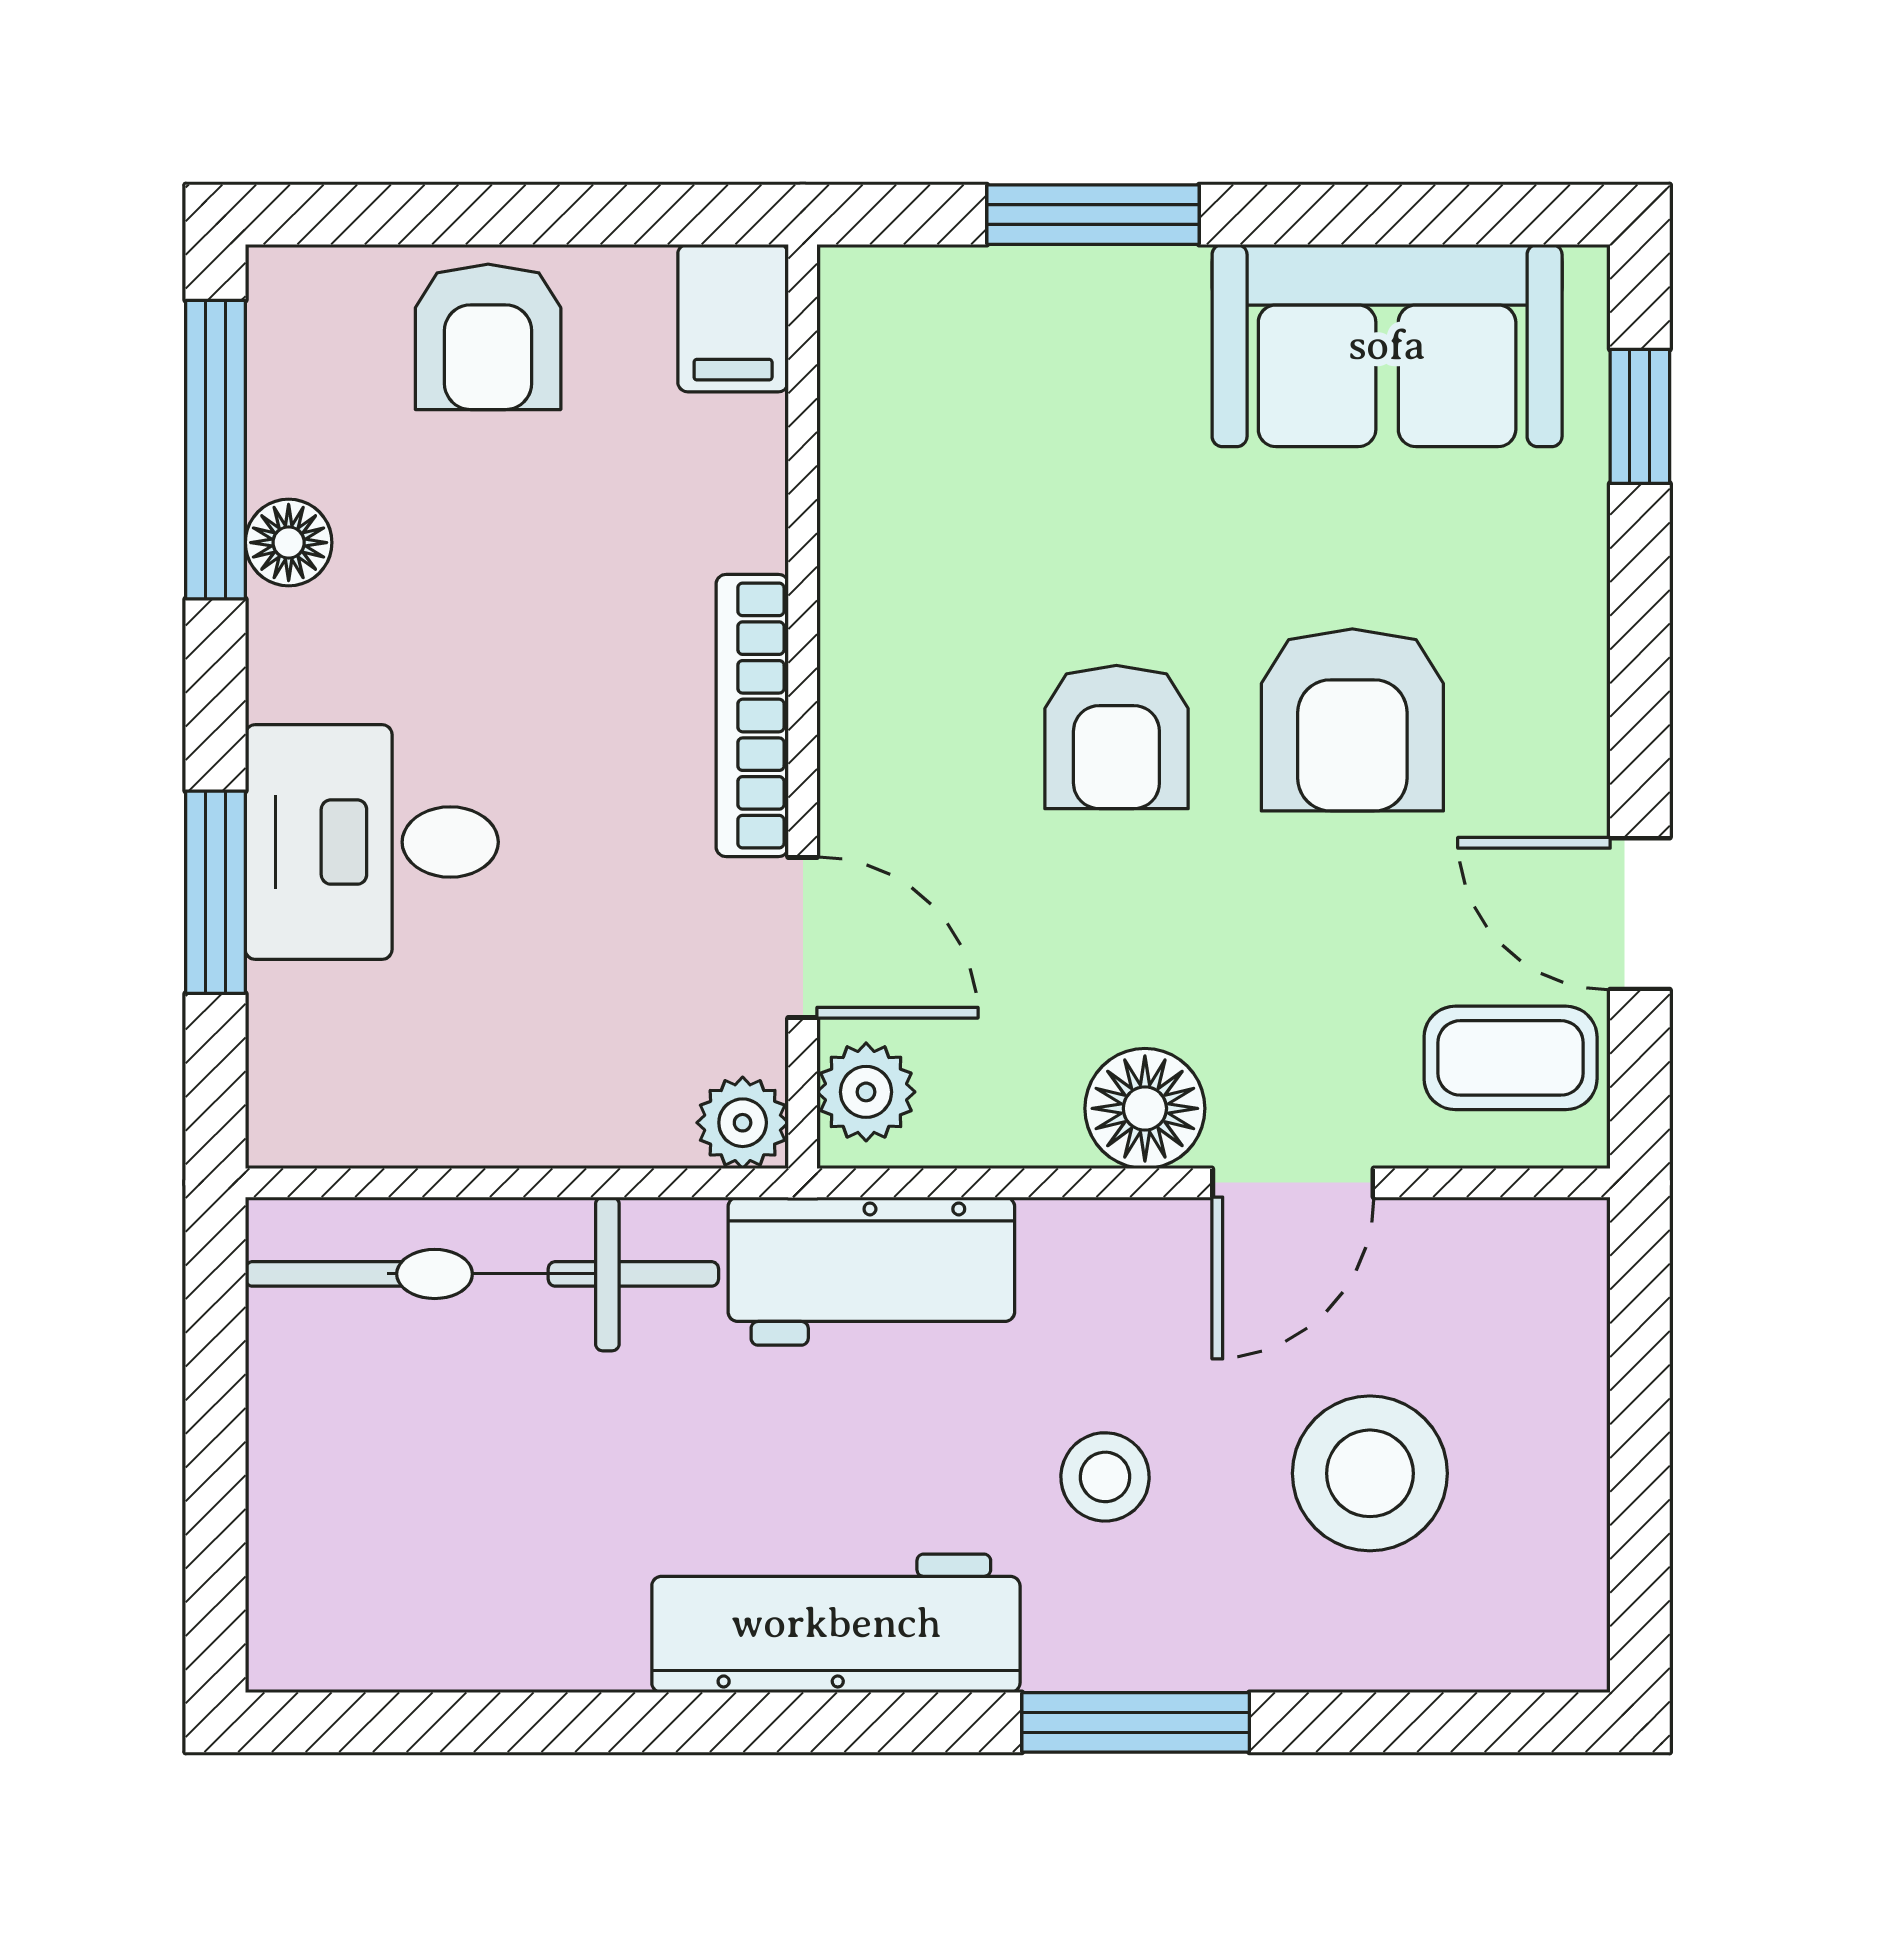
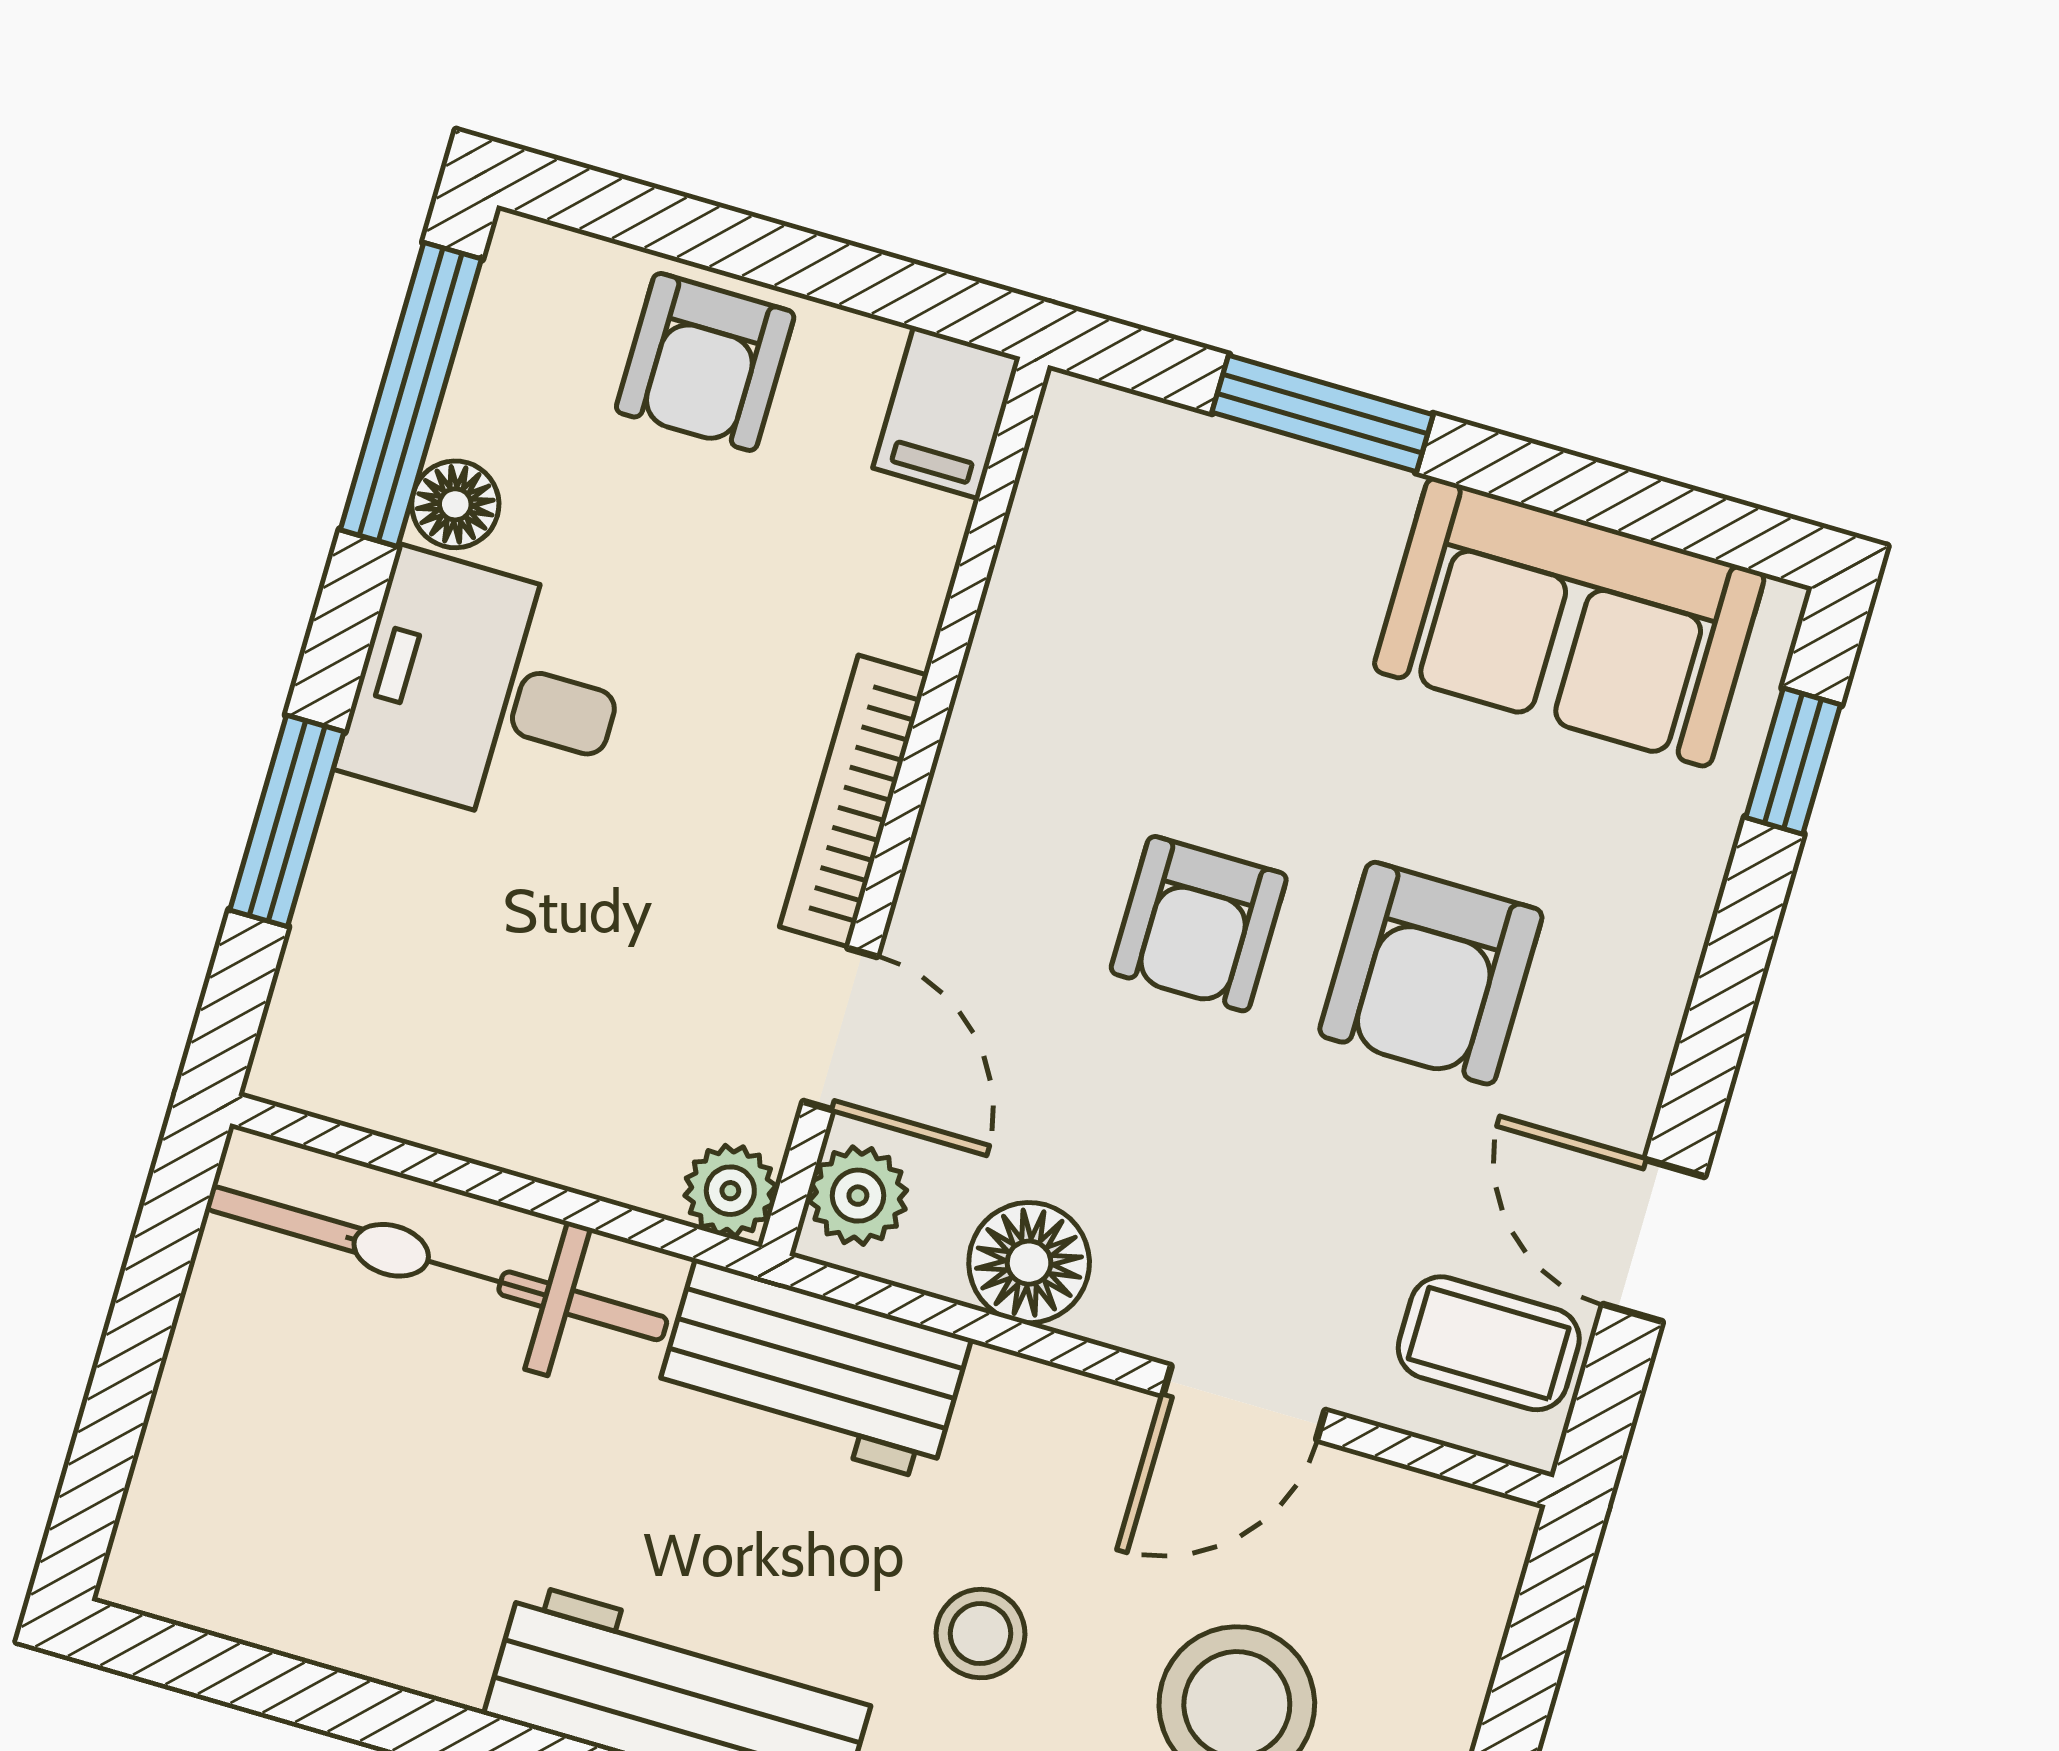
desk: (372, 842) -> (488, 692), moved
floor lamp: (1145, 1108) -> (1029, 1263), moved

